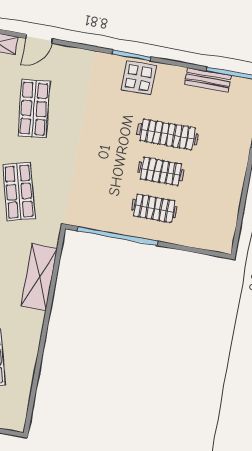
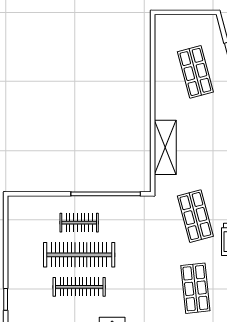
clothes rail: (161, 171) -> (79, 255), width x1.86, depth x1.31

